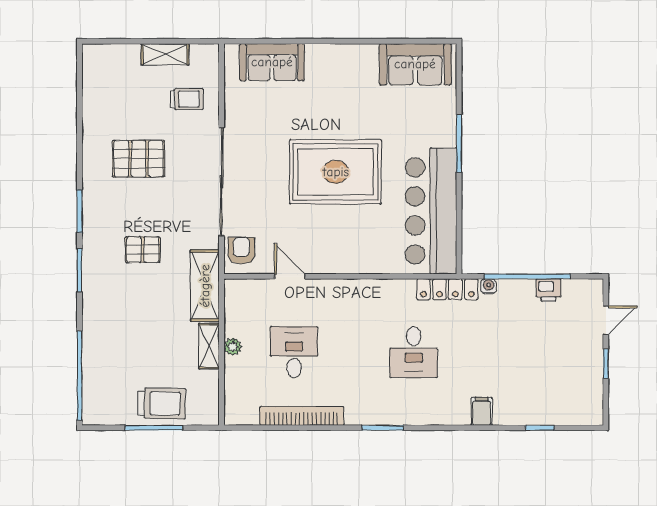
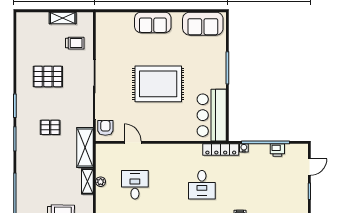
sofa: (272, 62) -> (153, 22), moved
bar counter: (431, 211) -> (212, 115), width x0.73

